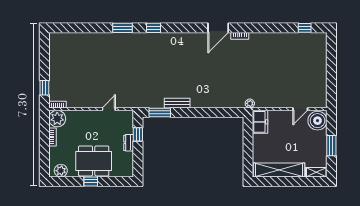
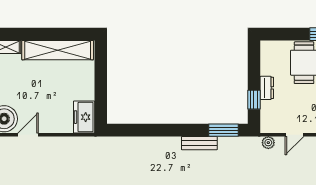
plant: (250, 103) -> (268, 143), moved

